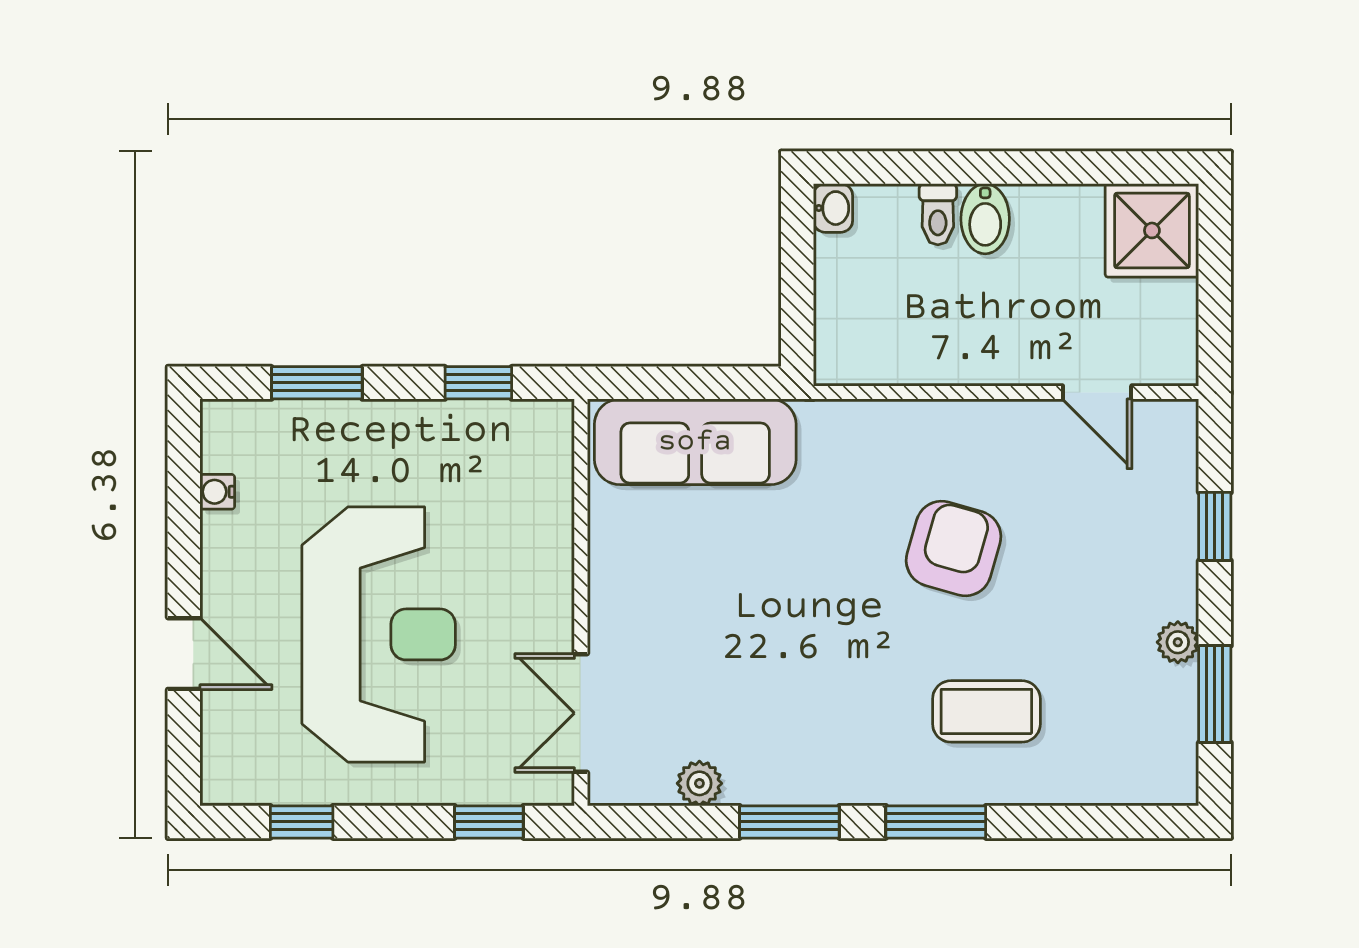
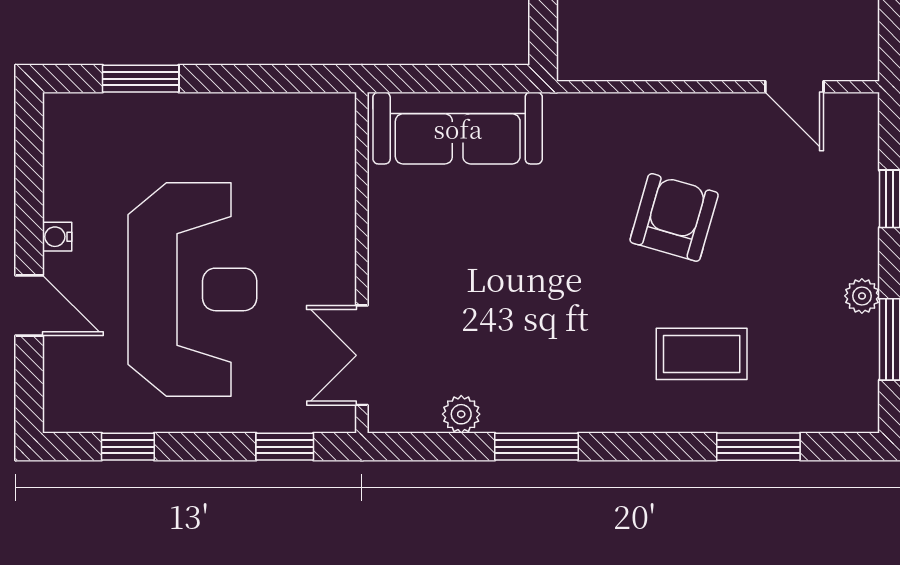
window: (478, 383) -> (276, 79), removed
water cooler: (217, 492) -> (57, 237), moved
window: (936, 822) -> (758, 447), moved

